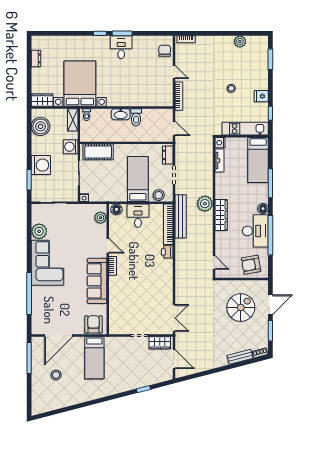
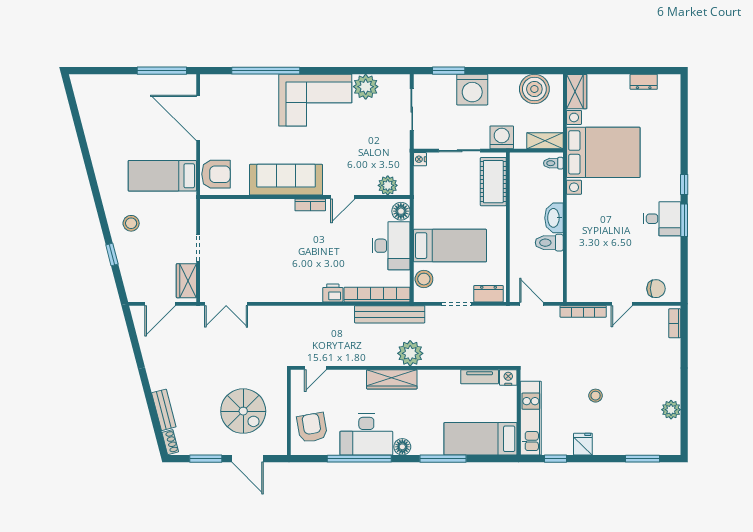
door: (174, 128) -> (531, 304), swing flipped
desk: (138, 216) -> (391, 246), width x1.37
stool: (56, 375) -> (131, 223), moved

